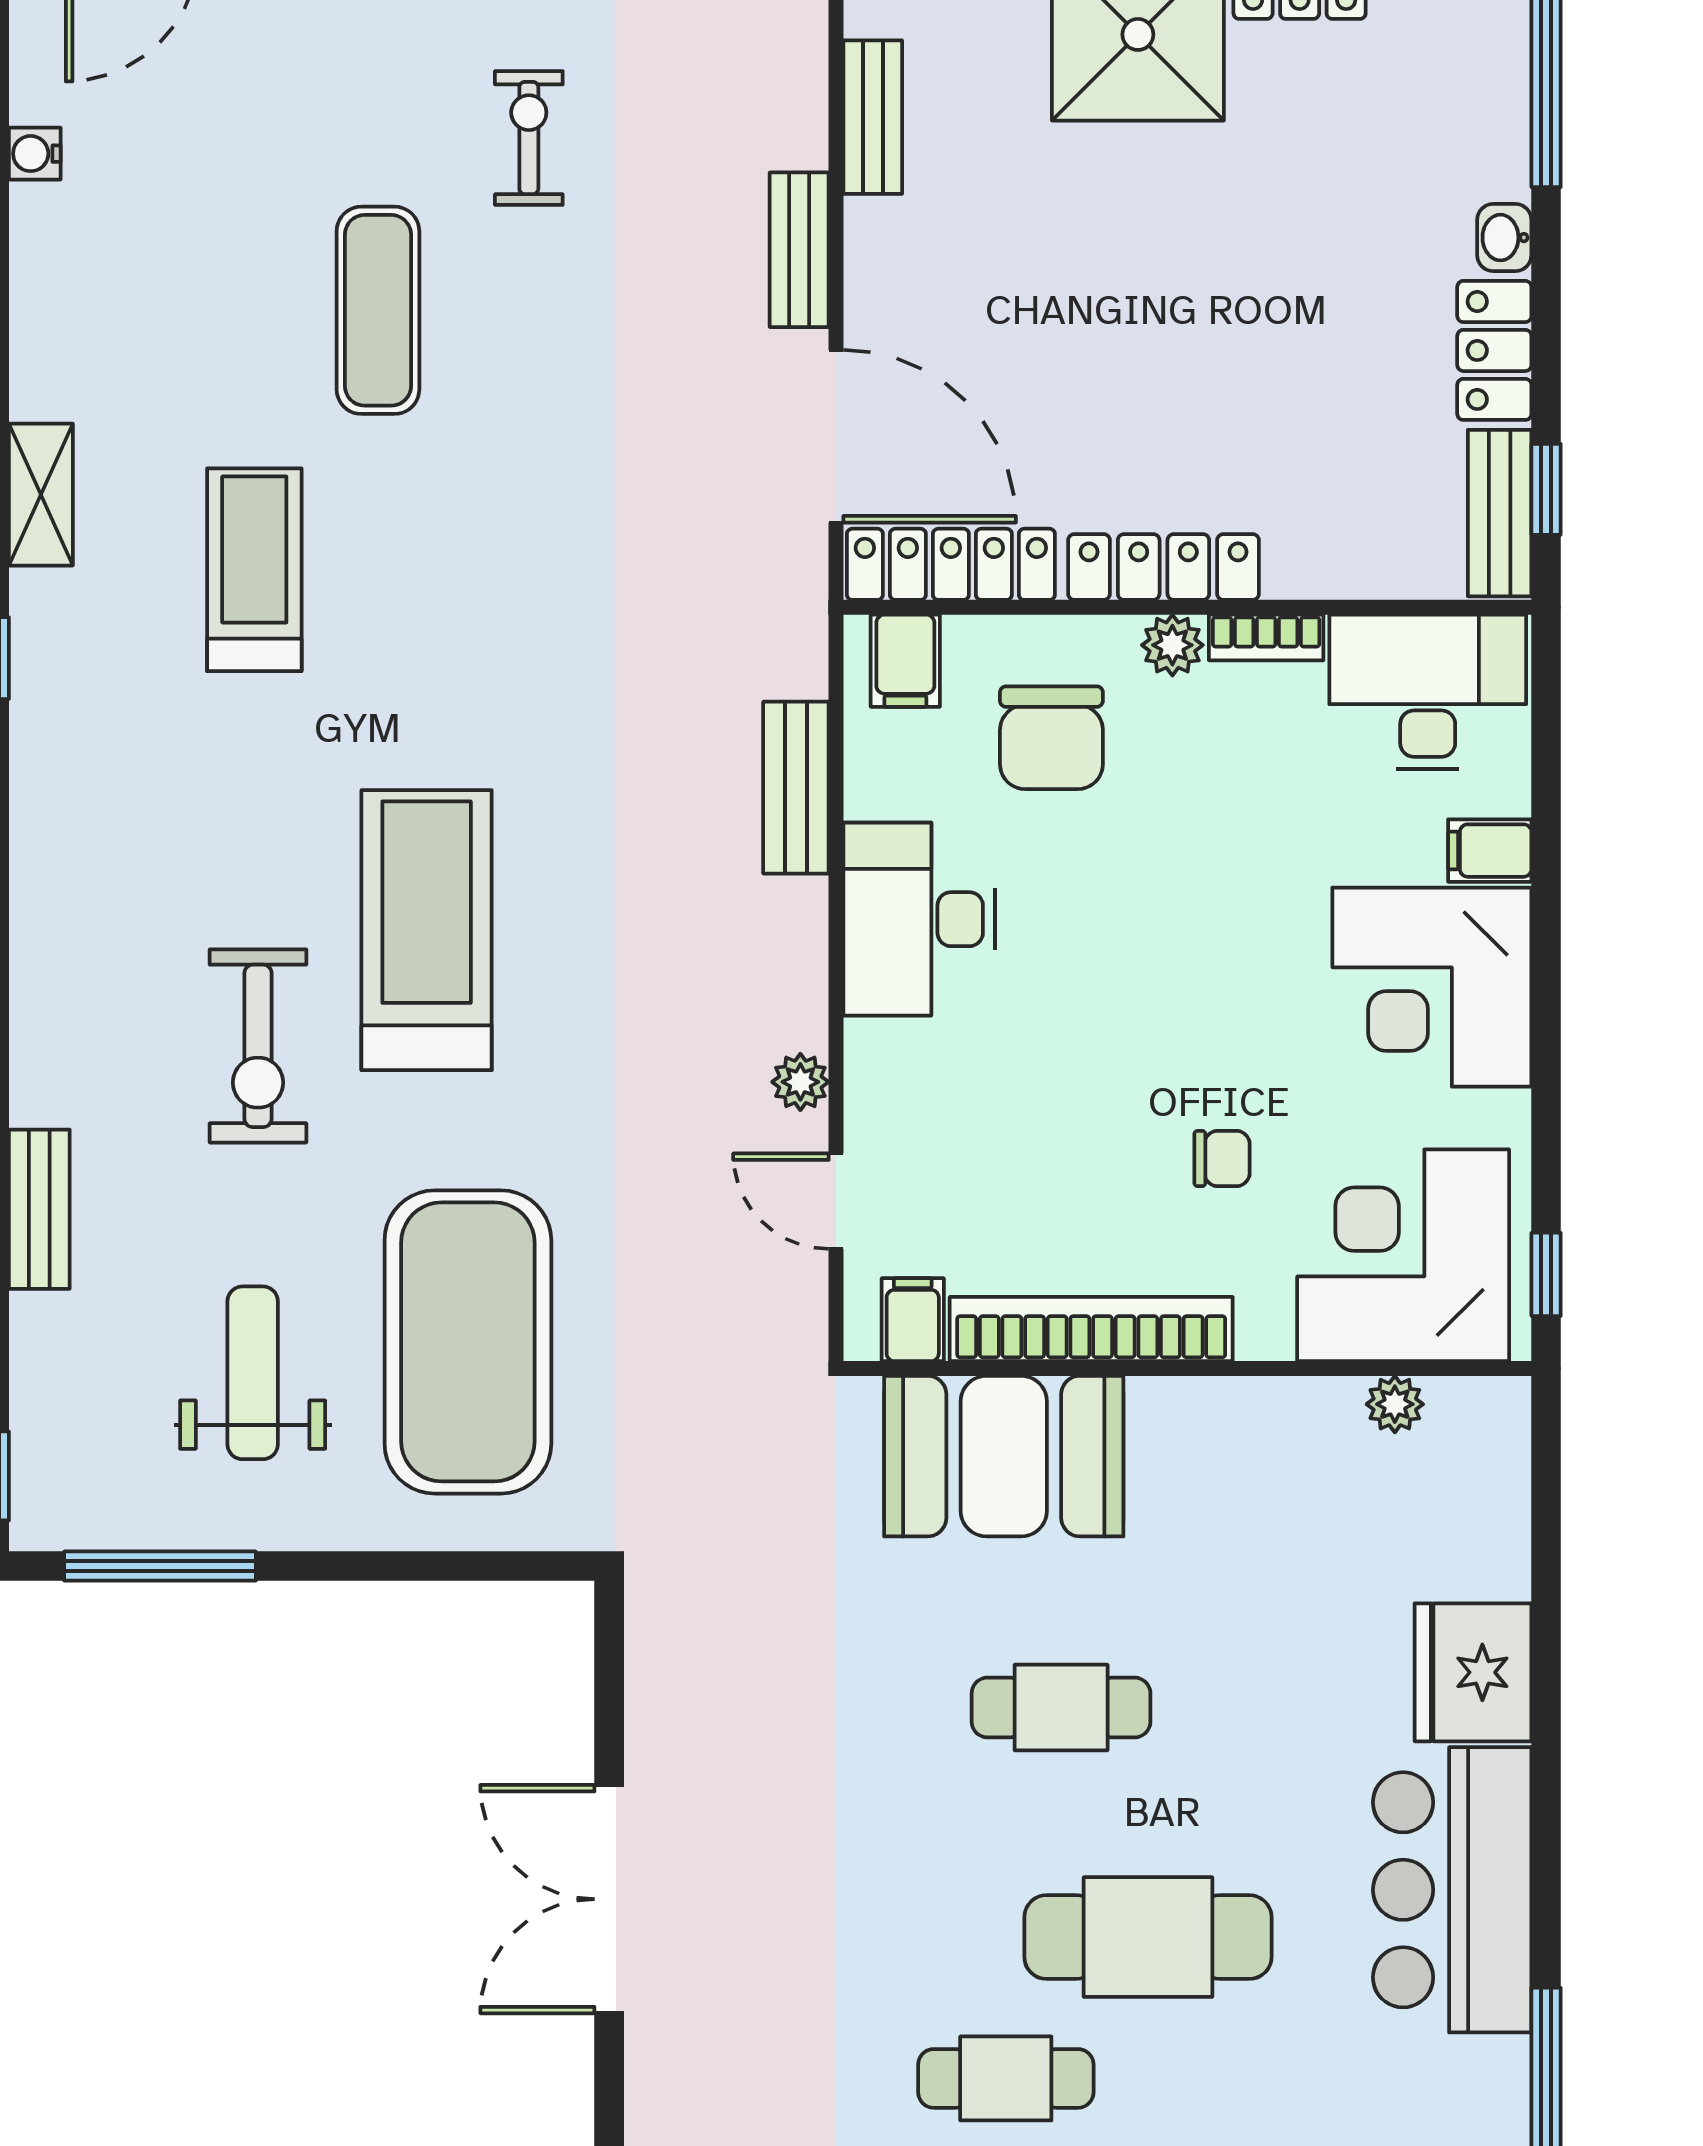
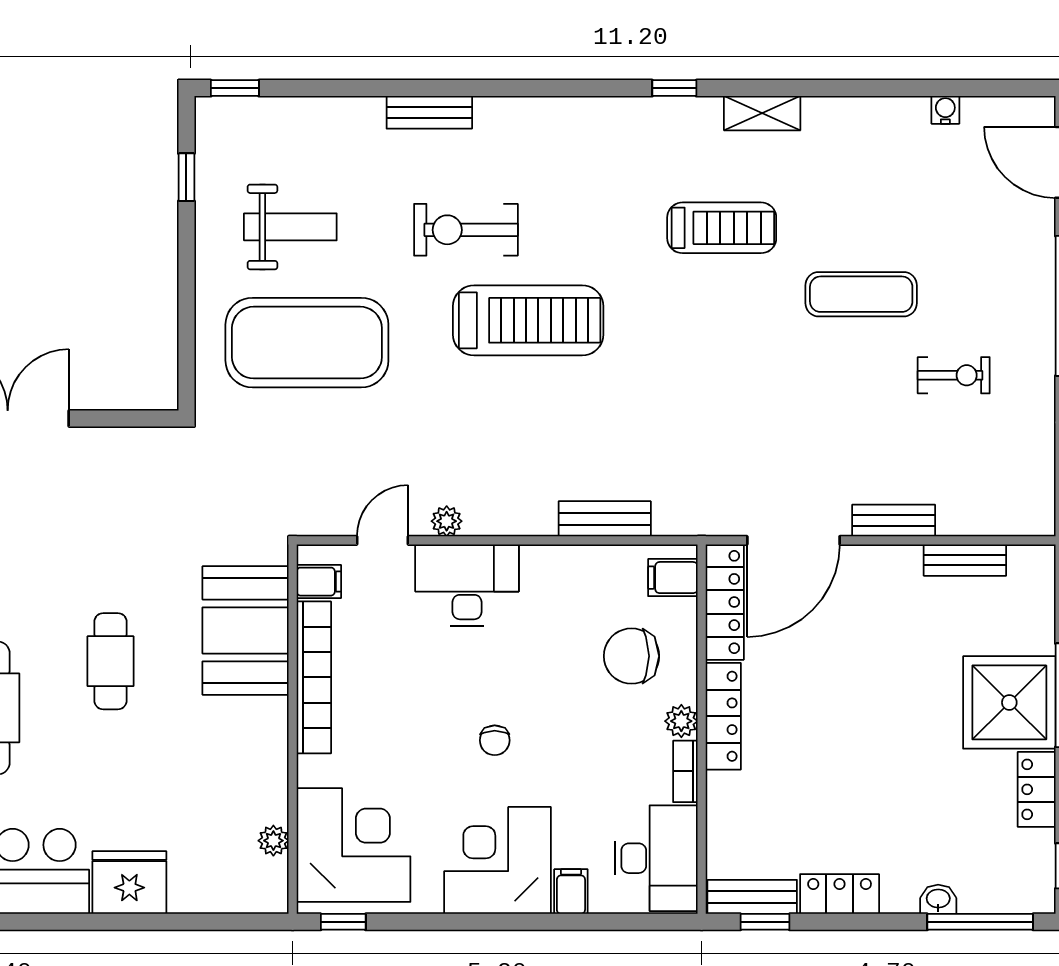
washbasin: (1504, 238) -> (938, 899), moved
desk: (919, 919) -> (467, 585), moved
chair: (1222, 1159) -> (495, 740), moved
bench: (39, 1209) -> (429, 112), moved
window: (160, 1566) -> (186, 177), width x0.46

